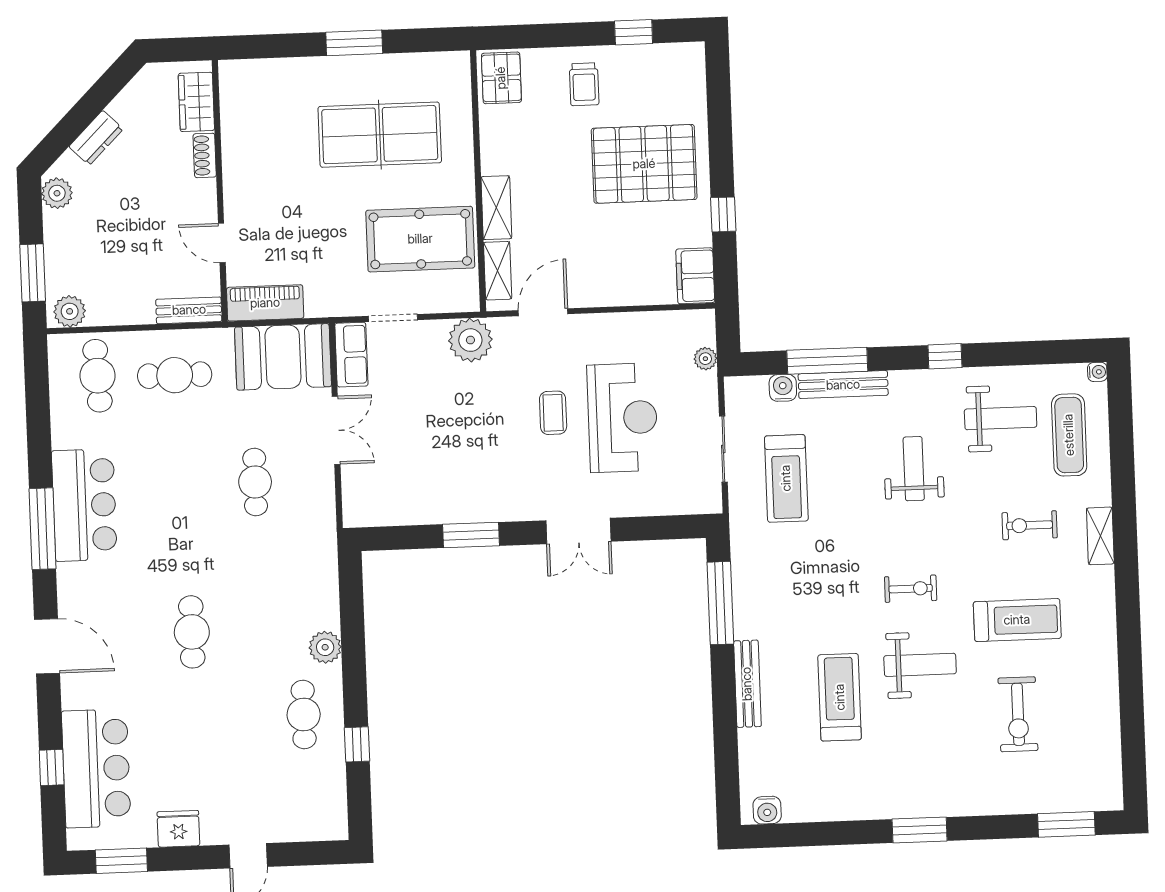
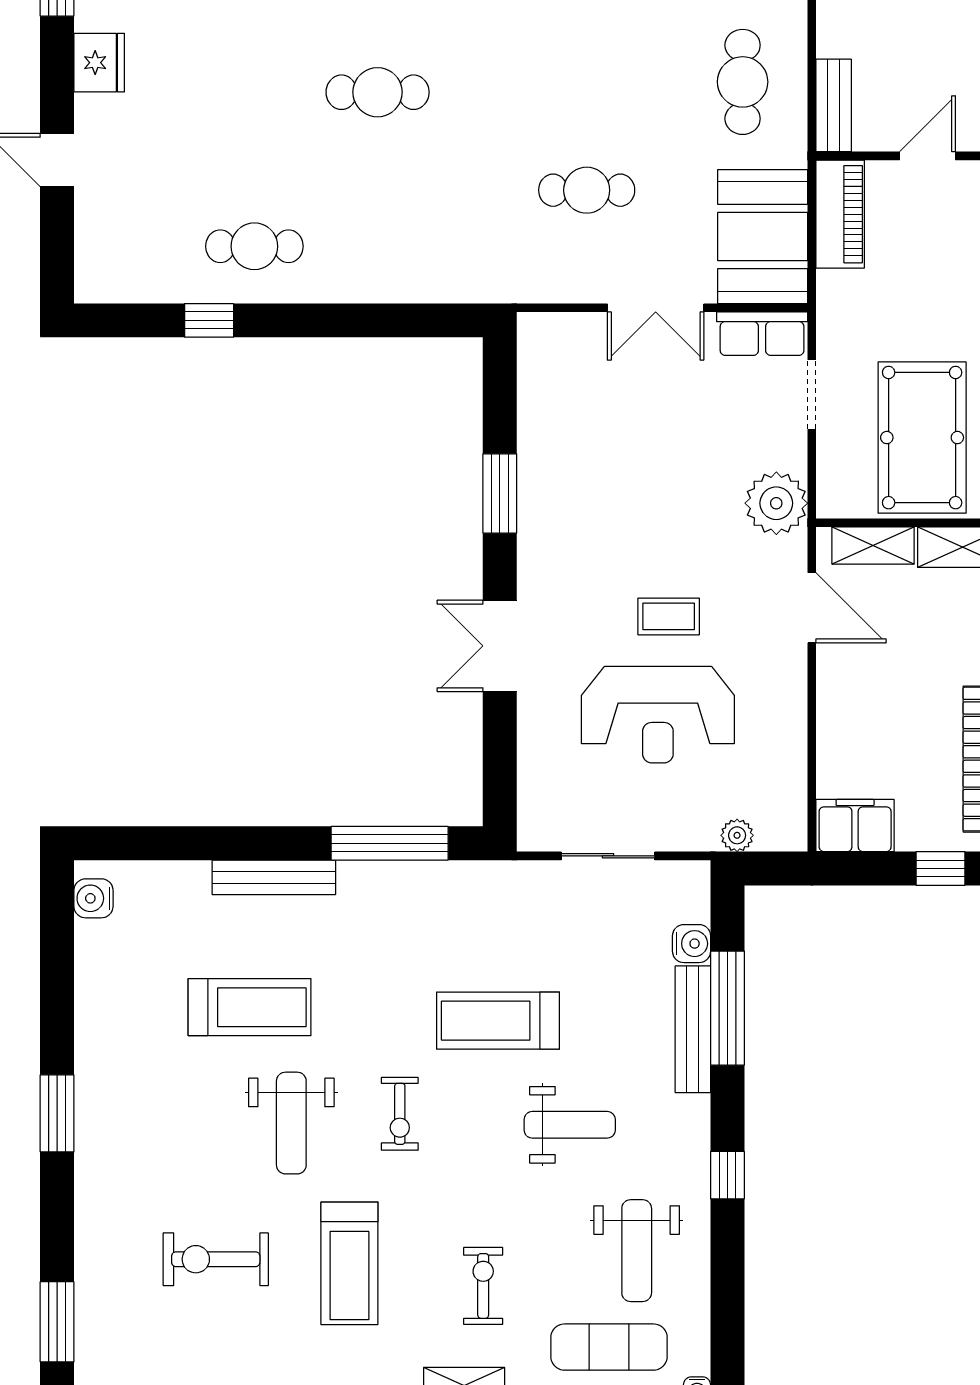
treadmill: (786, 478) -> (498, 1021), moved
plant: (325, 647) -> (349, 280), removed

